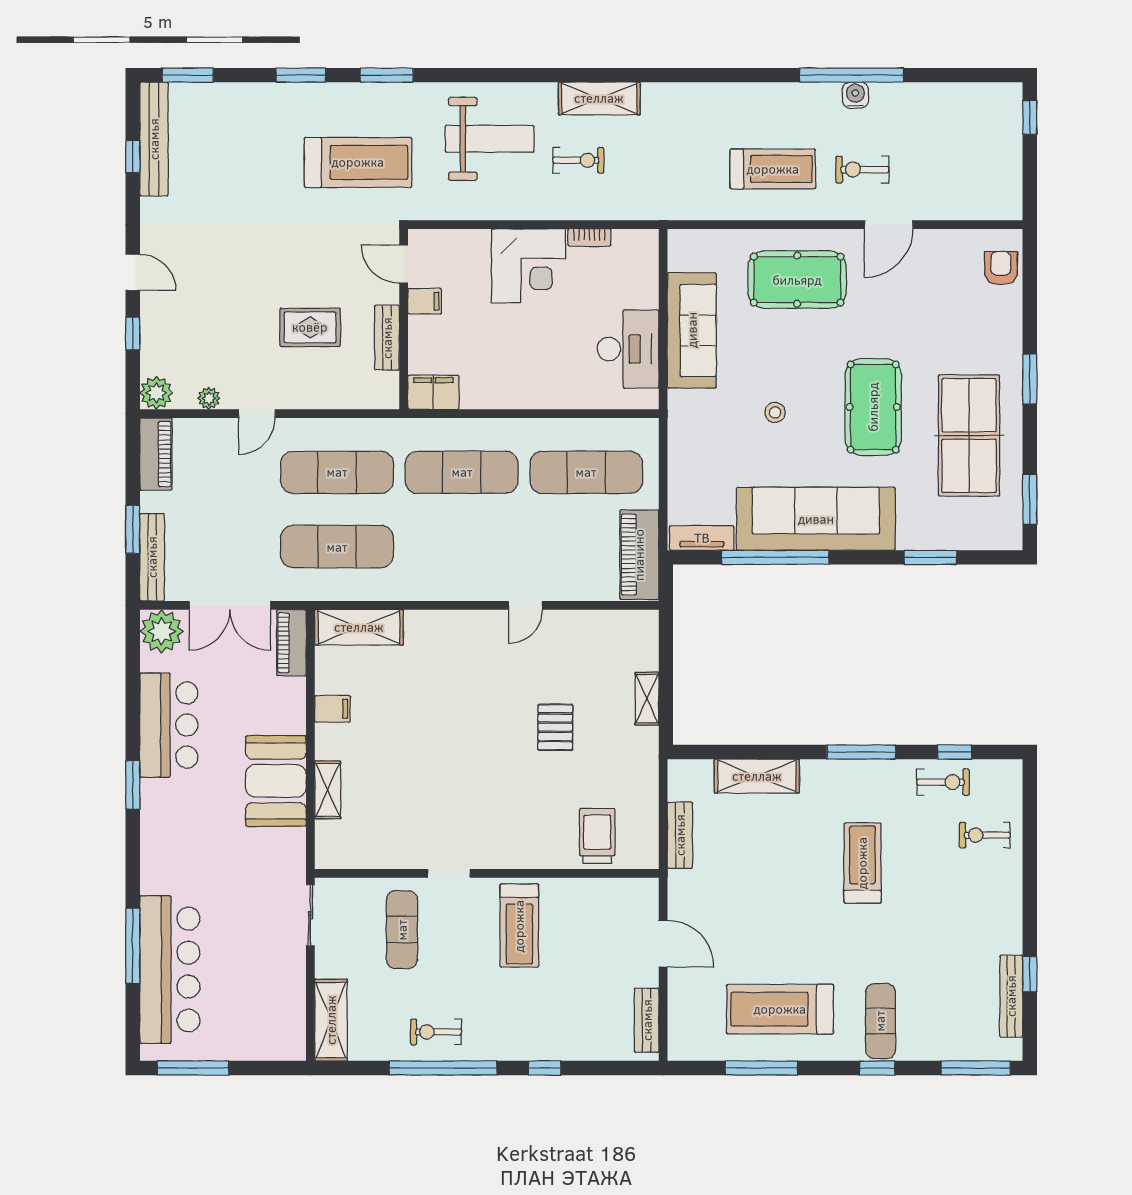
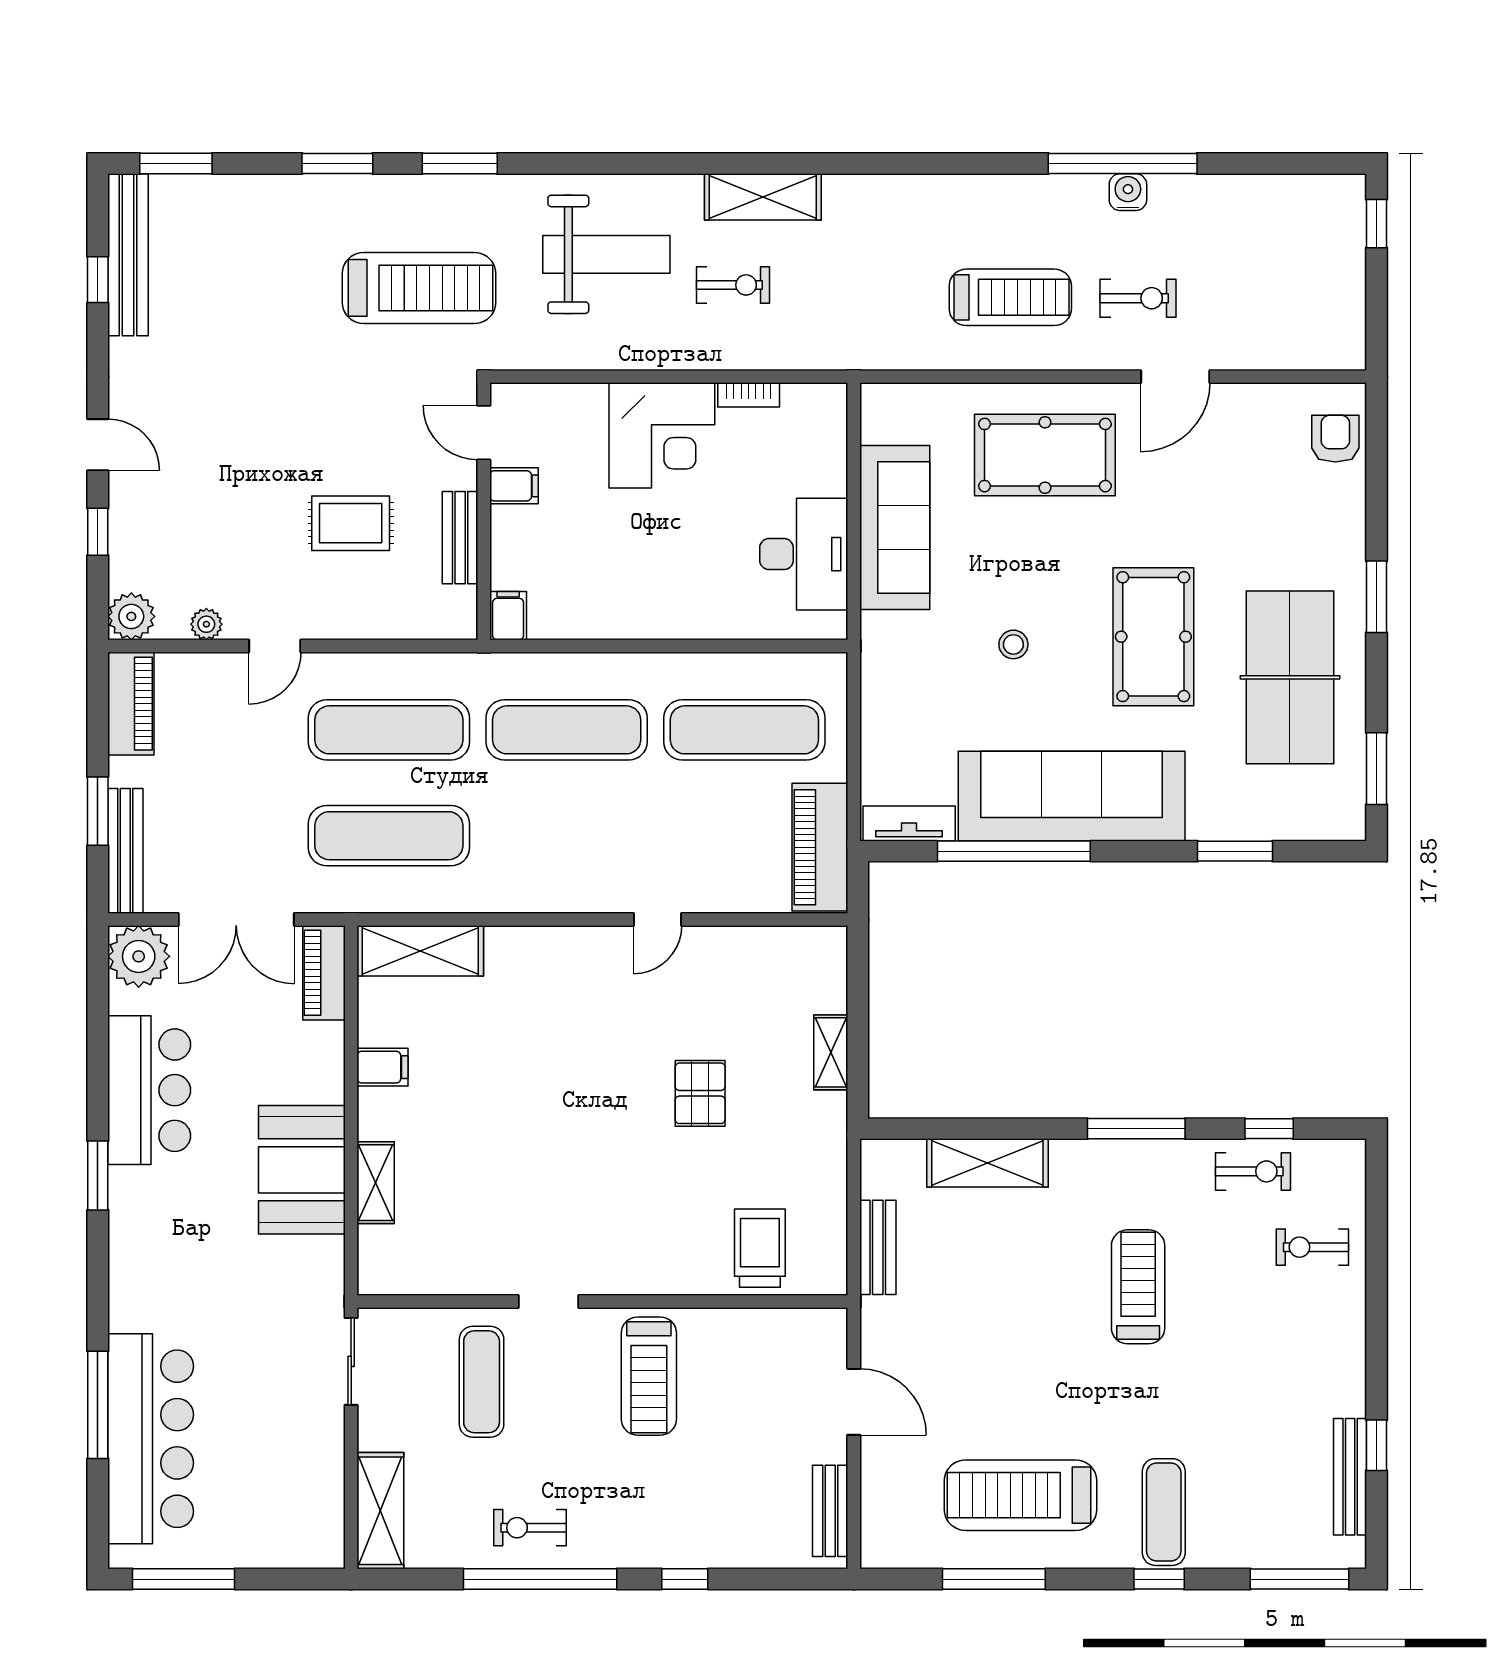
exercise bike: (862, 170) -> (1138, 298), turned 180
filing cabinet: (433, 392) -> (508, 616), width x0.50

